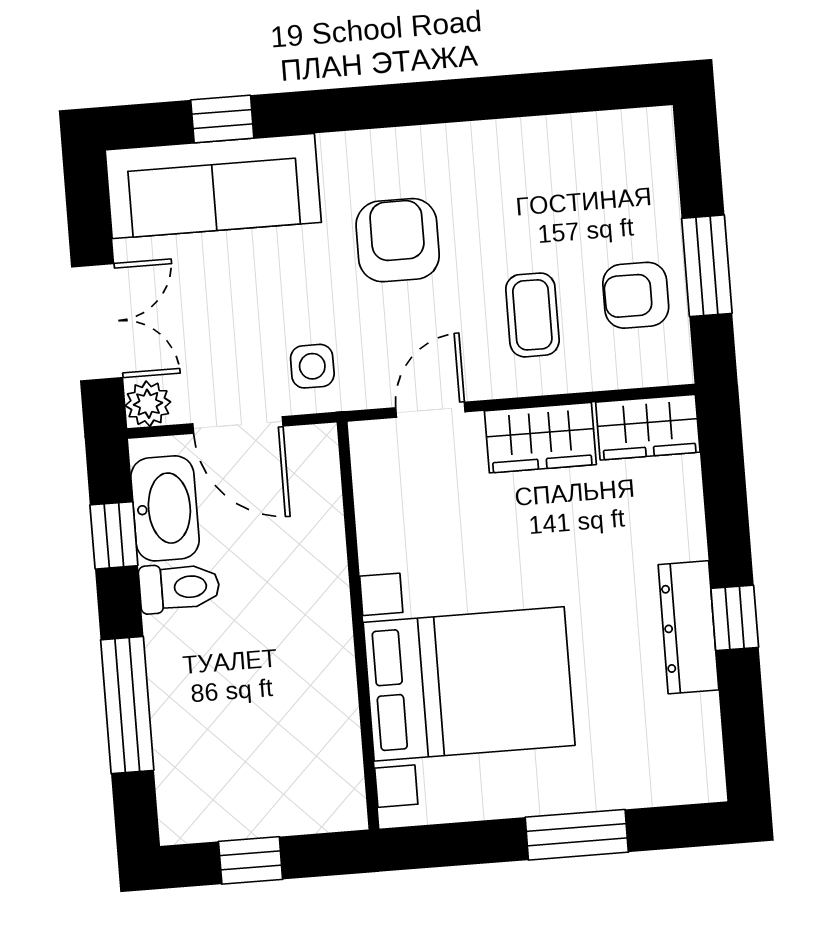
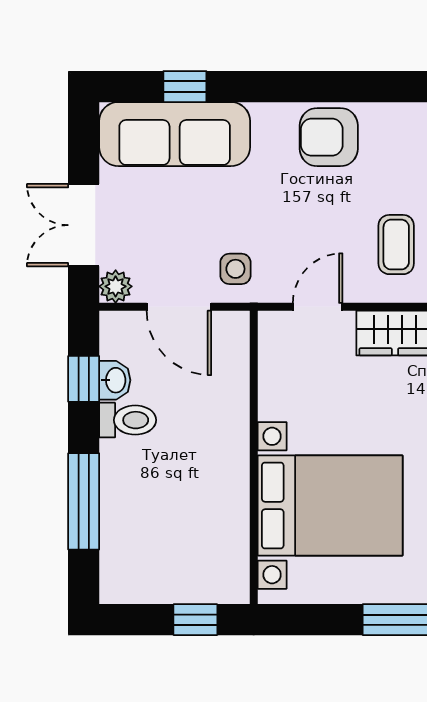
armchair: (398, 240) -> (329, 137), moved, turned -90
double door: (97, 322) -> (84, 225), swing flipped
washbasin: (165, 508) -> (115, 380), width x0.52, depth x0.69
window: (251, 860) -> (195, 620), moved

